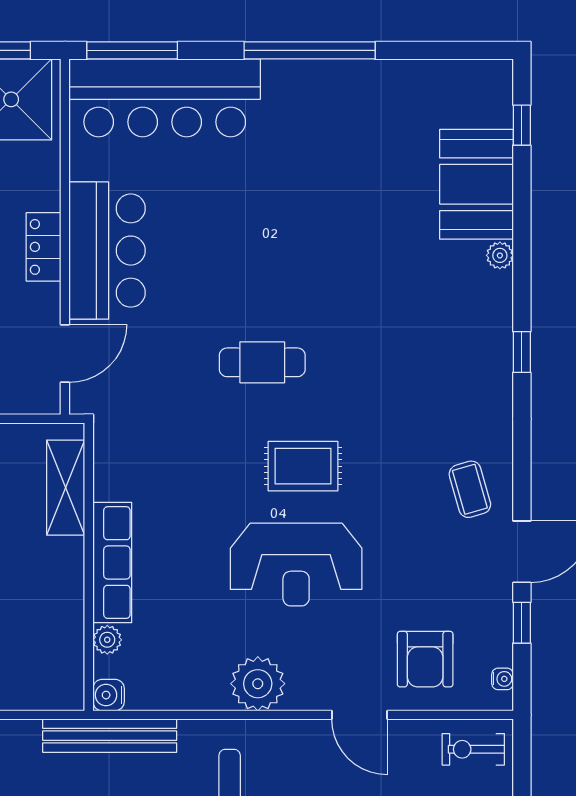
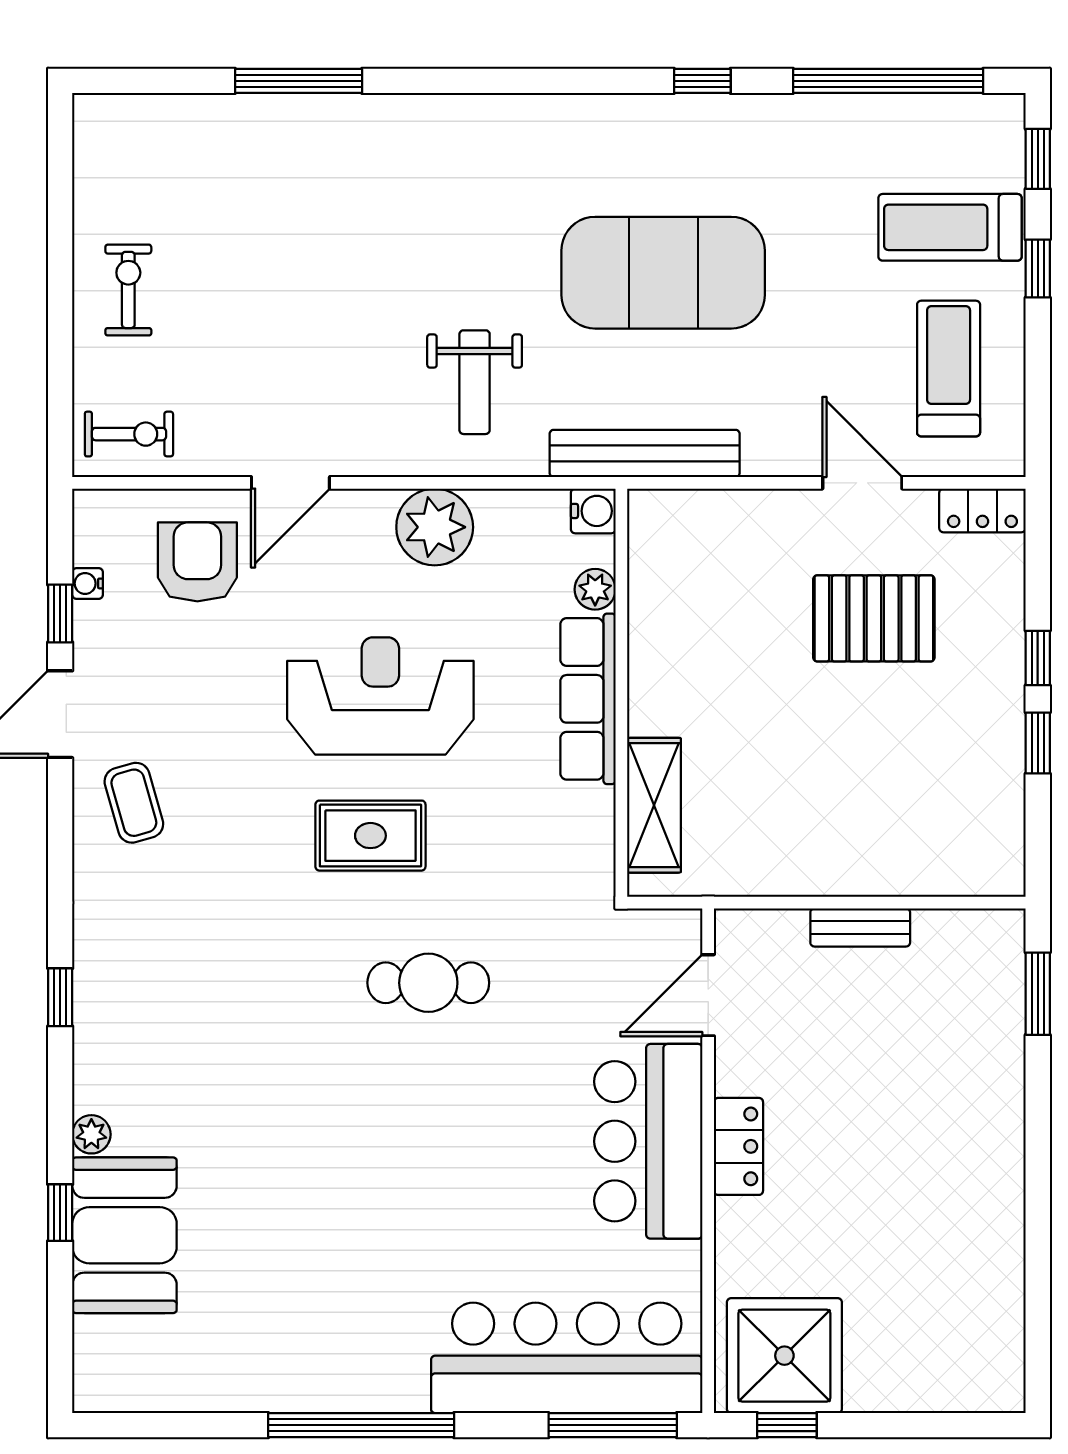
window: (522, 125) -> (60, 1213), moved
shelving: (66, 488) -> (654, 805), moved
row of seats: (112, 563) -> (588, 699), moved
wall: (89, 567) -> (621, 693), moved
plant: (107, 640) -> (595, 589), moved
water cooler: (503, 679) -> (88, 583), moved
water cooler: (109, 695) -> (593, 511), moved
door: (360, 715) -> (290, 483), swing flipped

